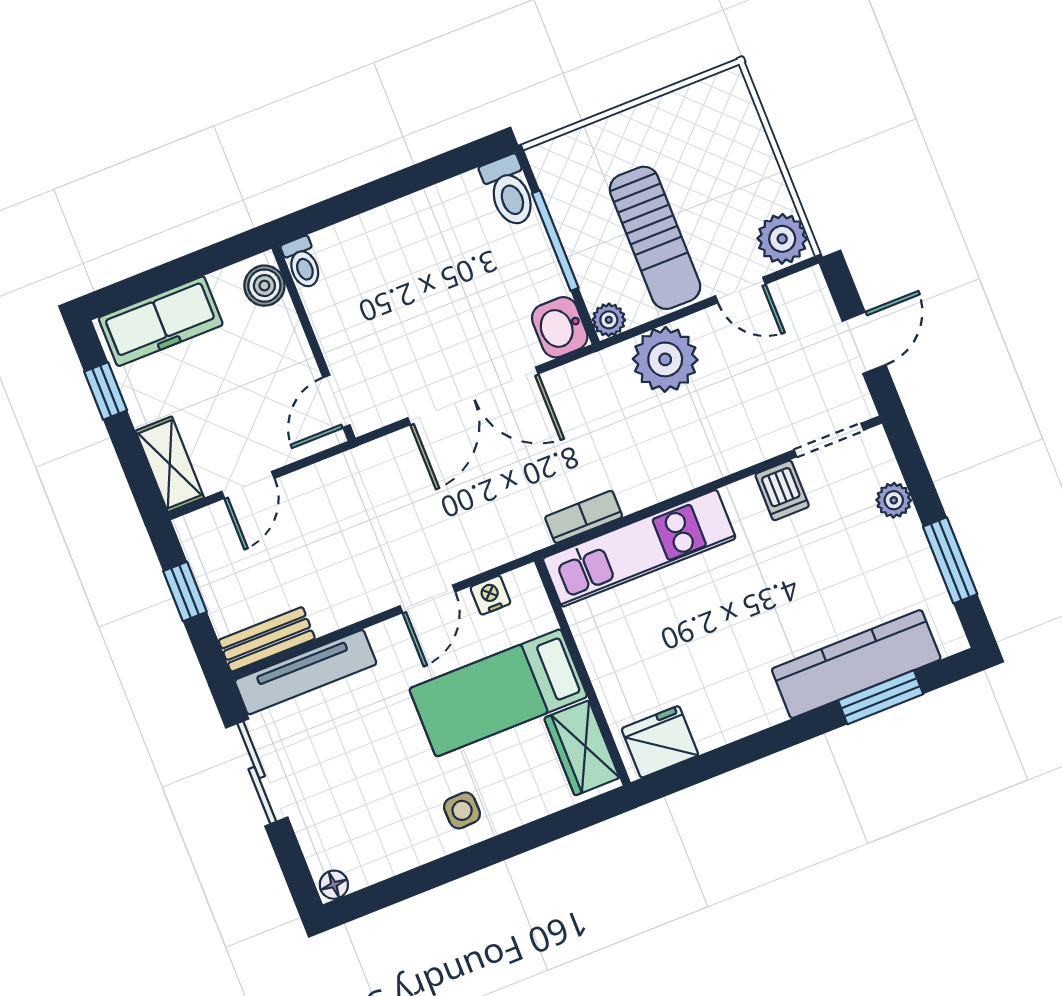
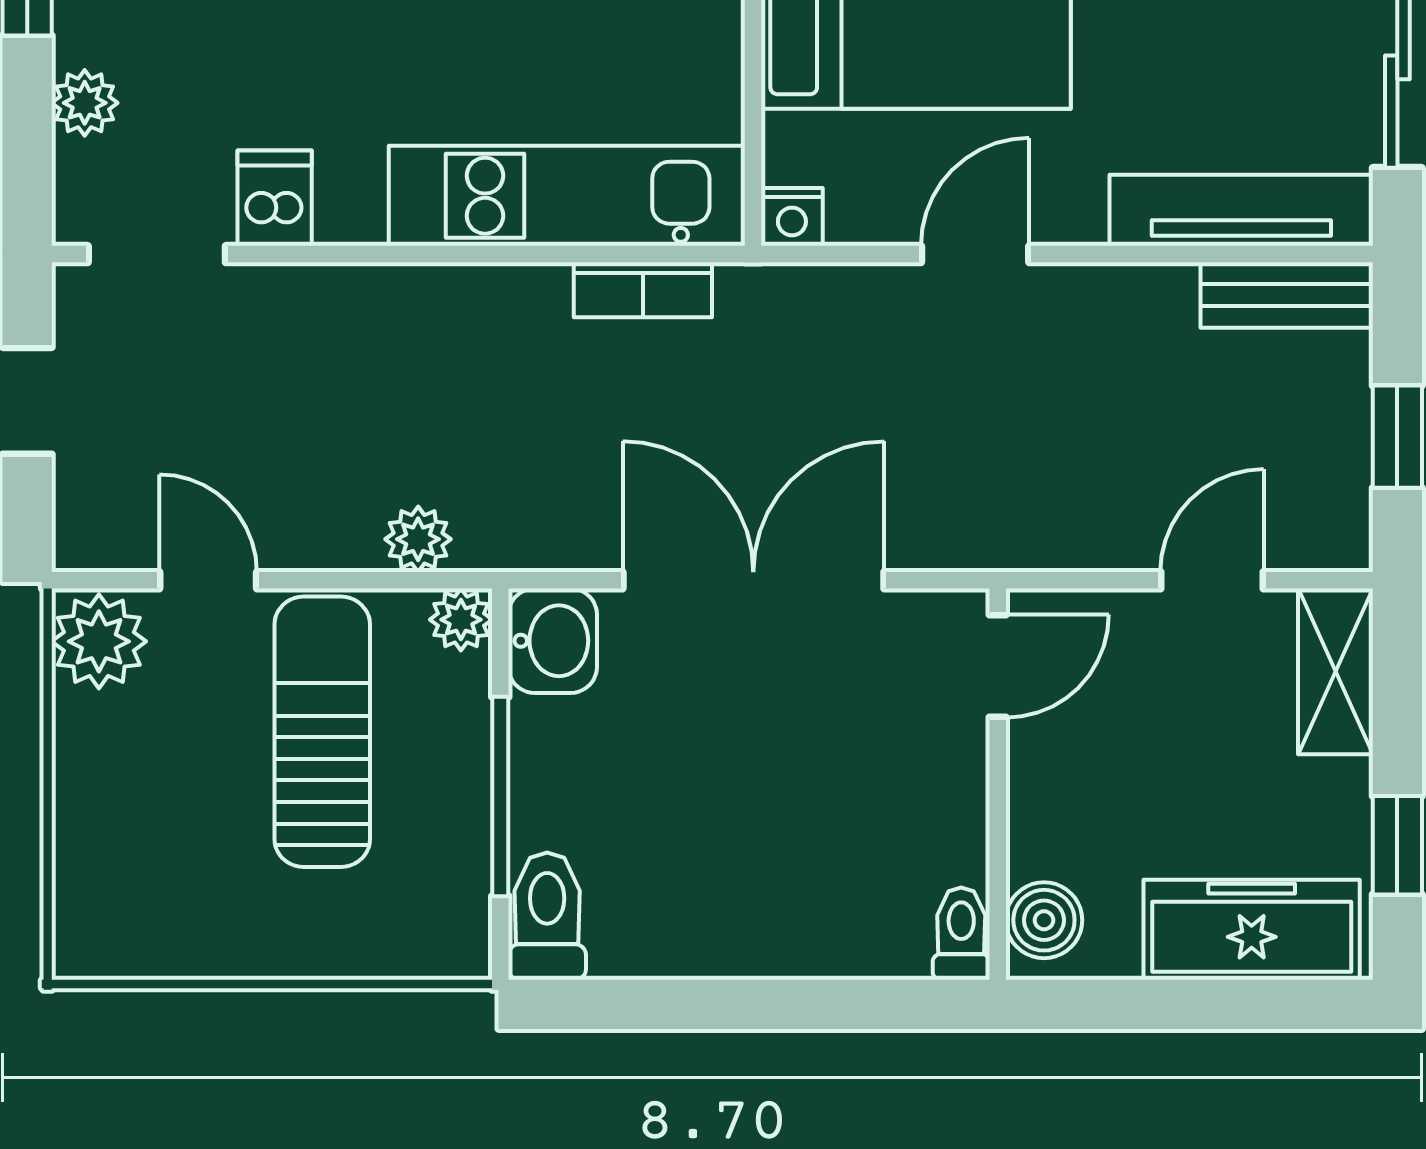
plant: (665, 359) -> (418, 539), width x0.53, depth x0.53
nightstand: (490, 595) -> (792, 217), moved

